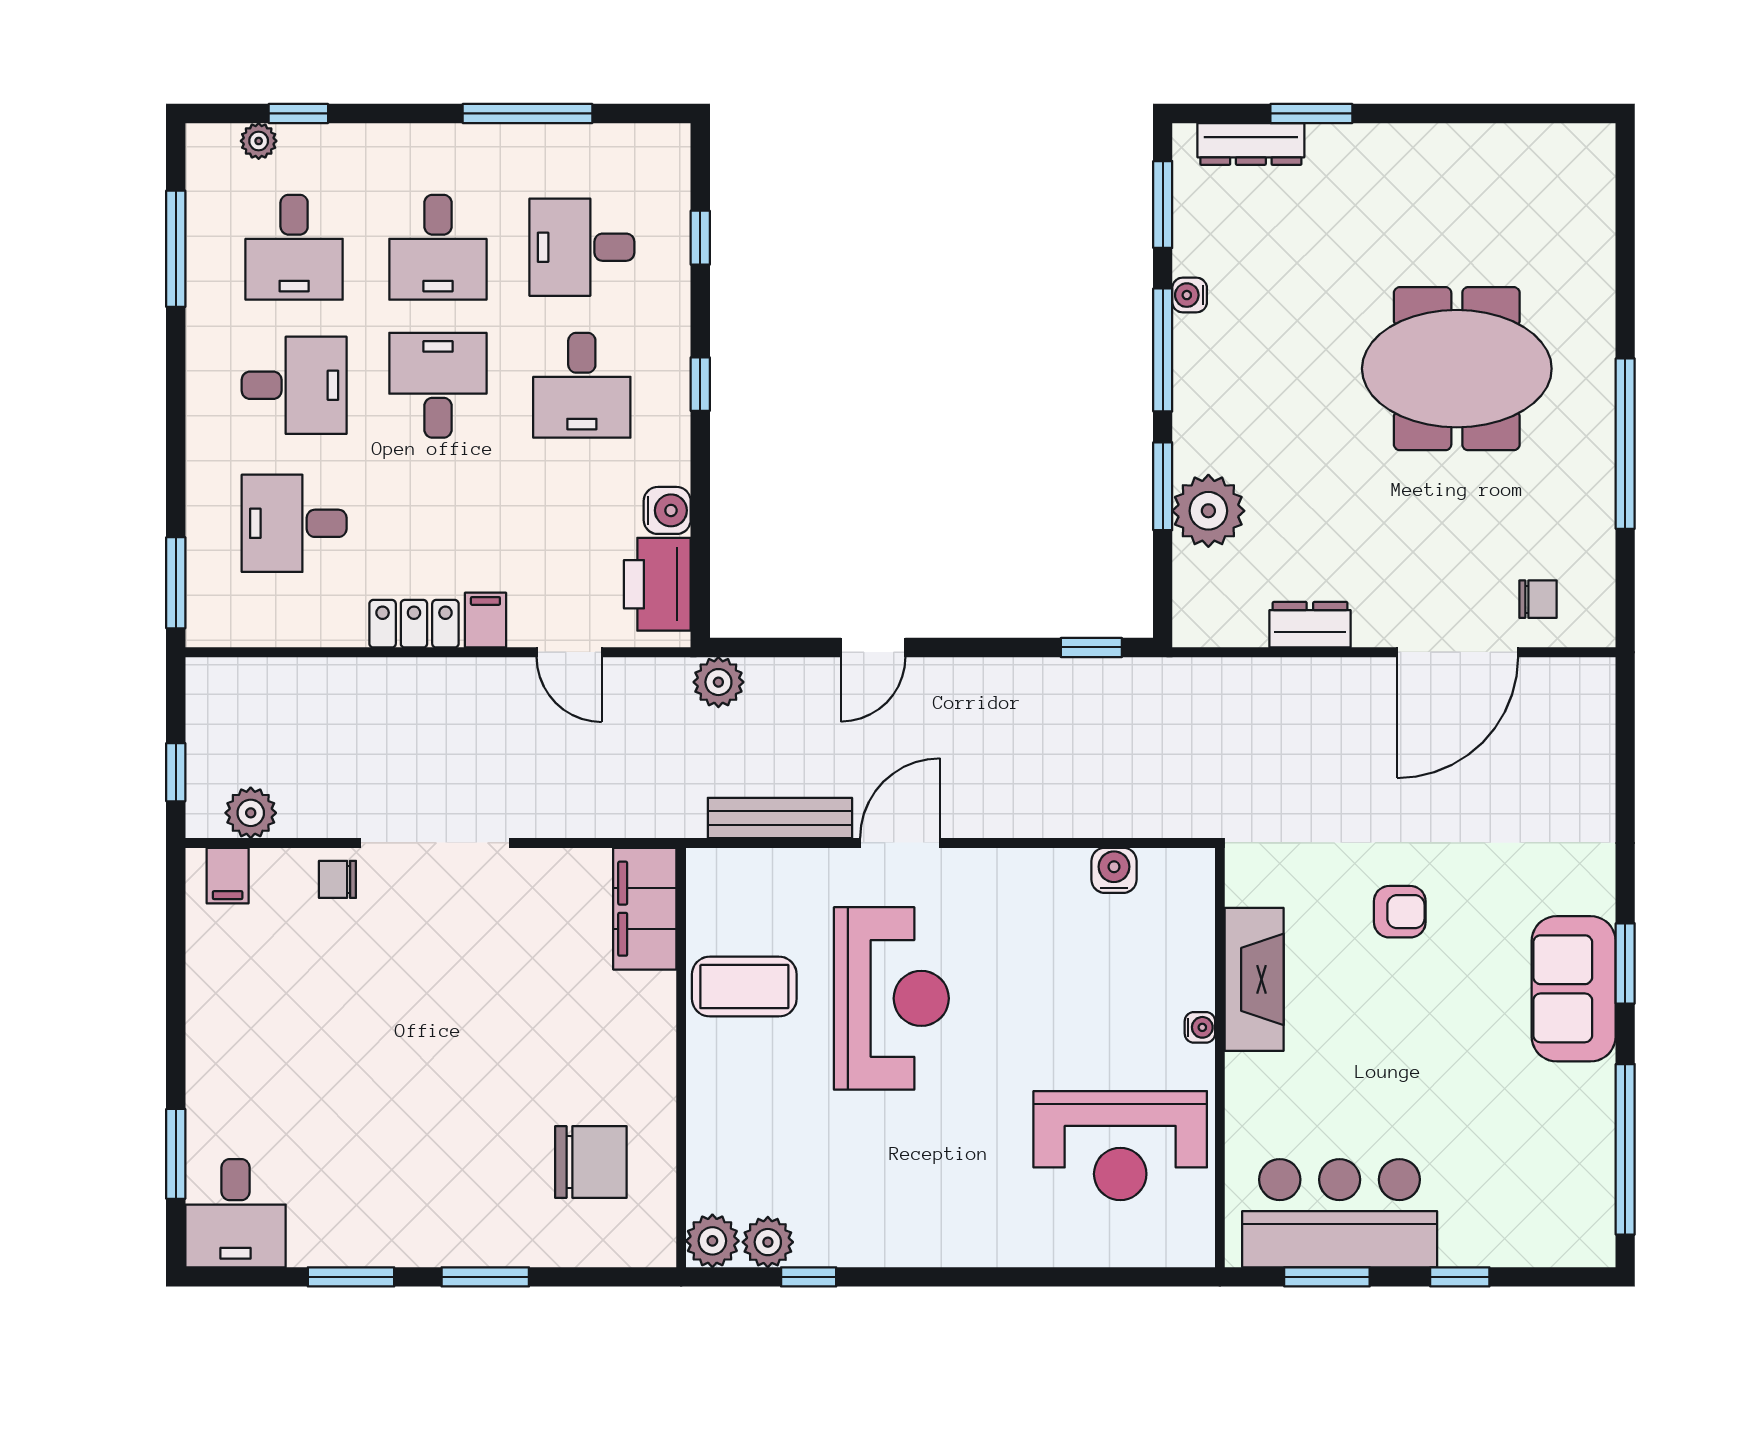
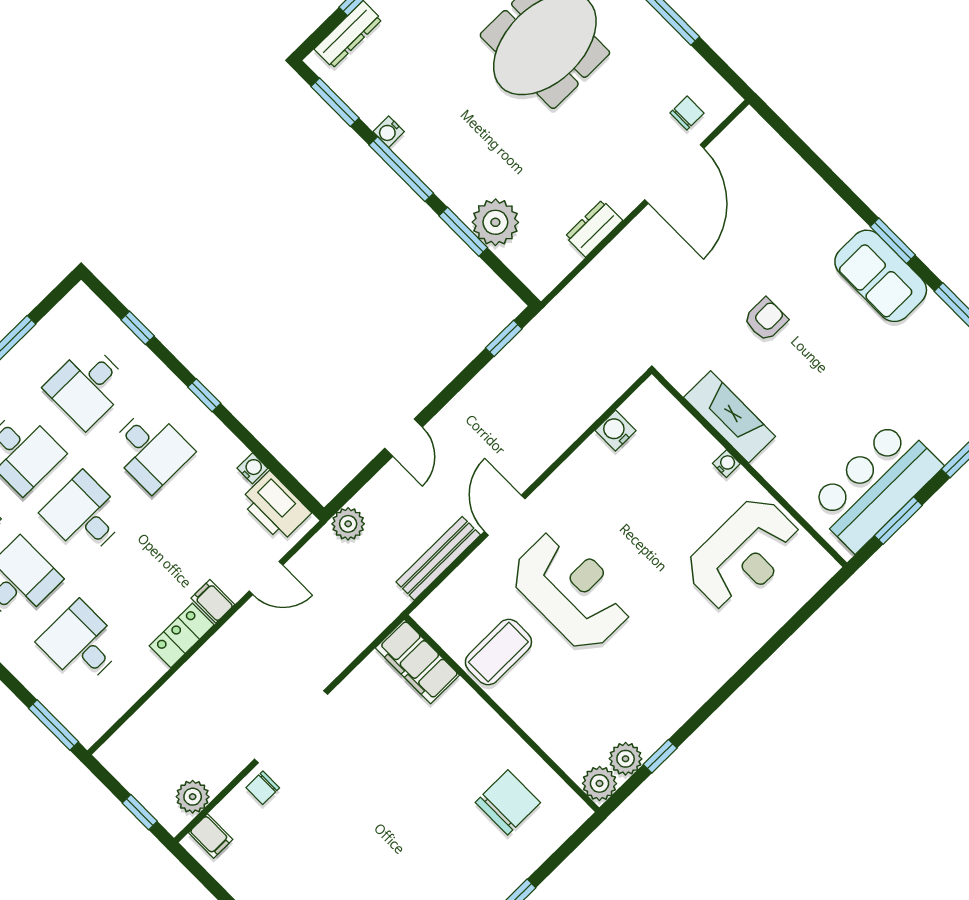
water cooler: (667, 510) -> (252, 468), width x0.72, depth x0.72
desk: (294, 523) -> (81, 644), turned 90

